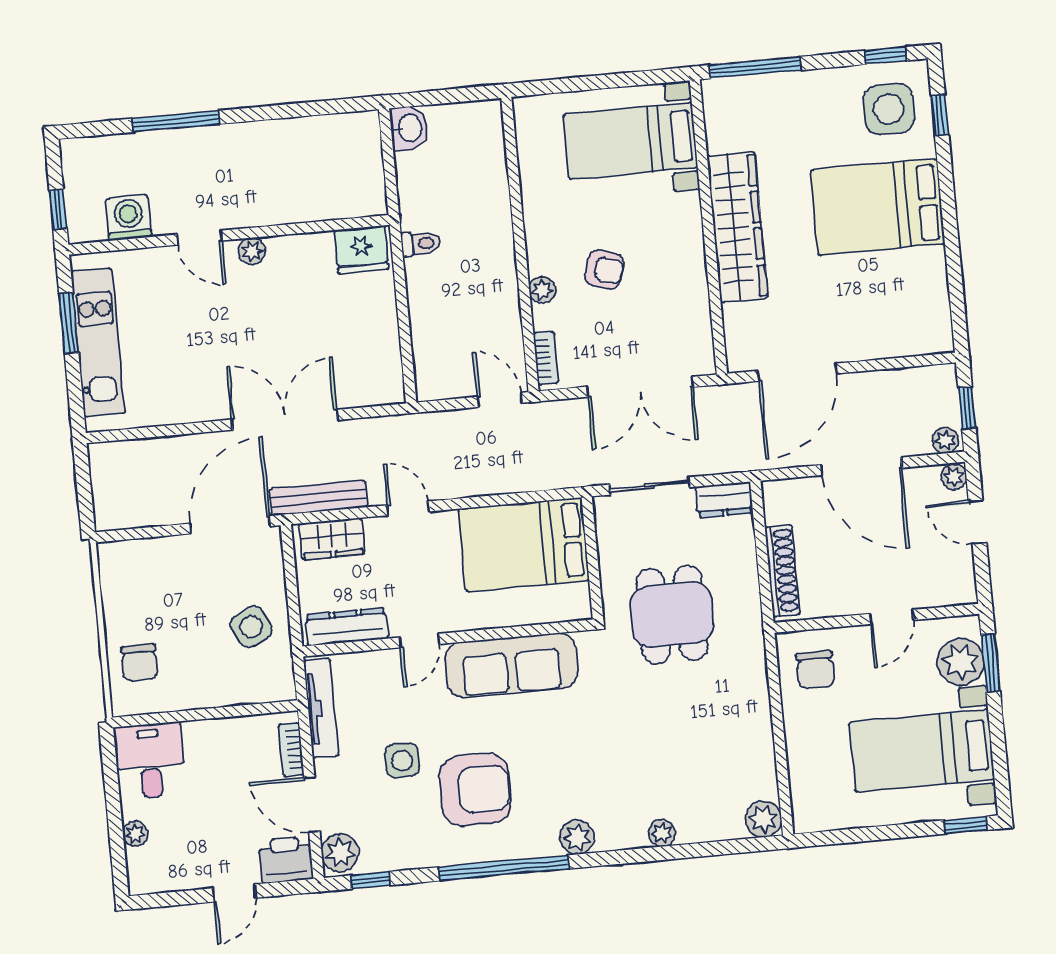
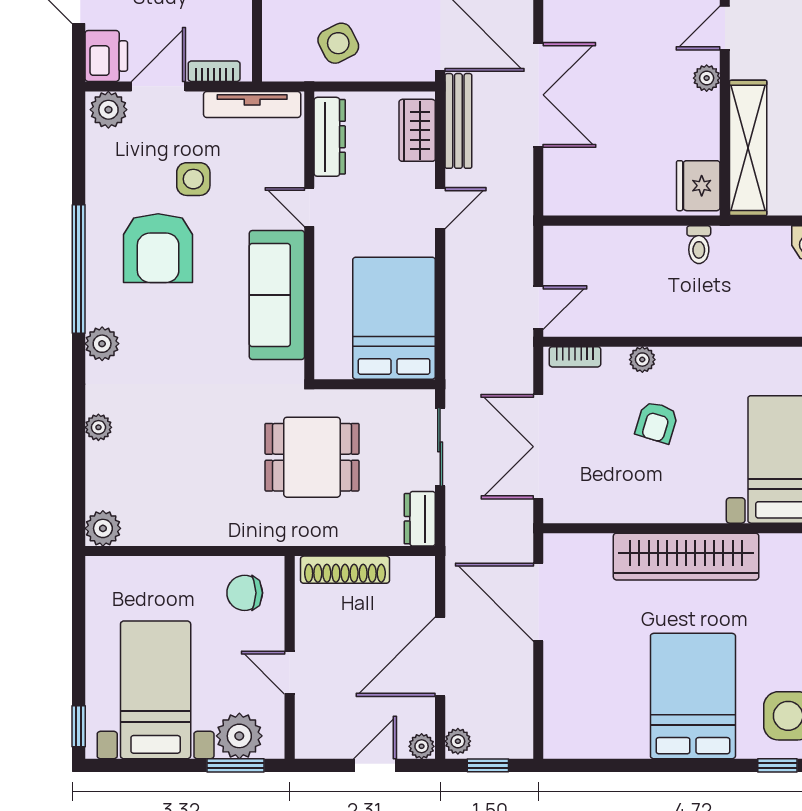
shelving: (319, 203) -> (748, 148), added
window: (370, 880) -> (79, 137), removed

